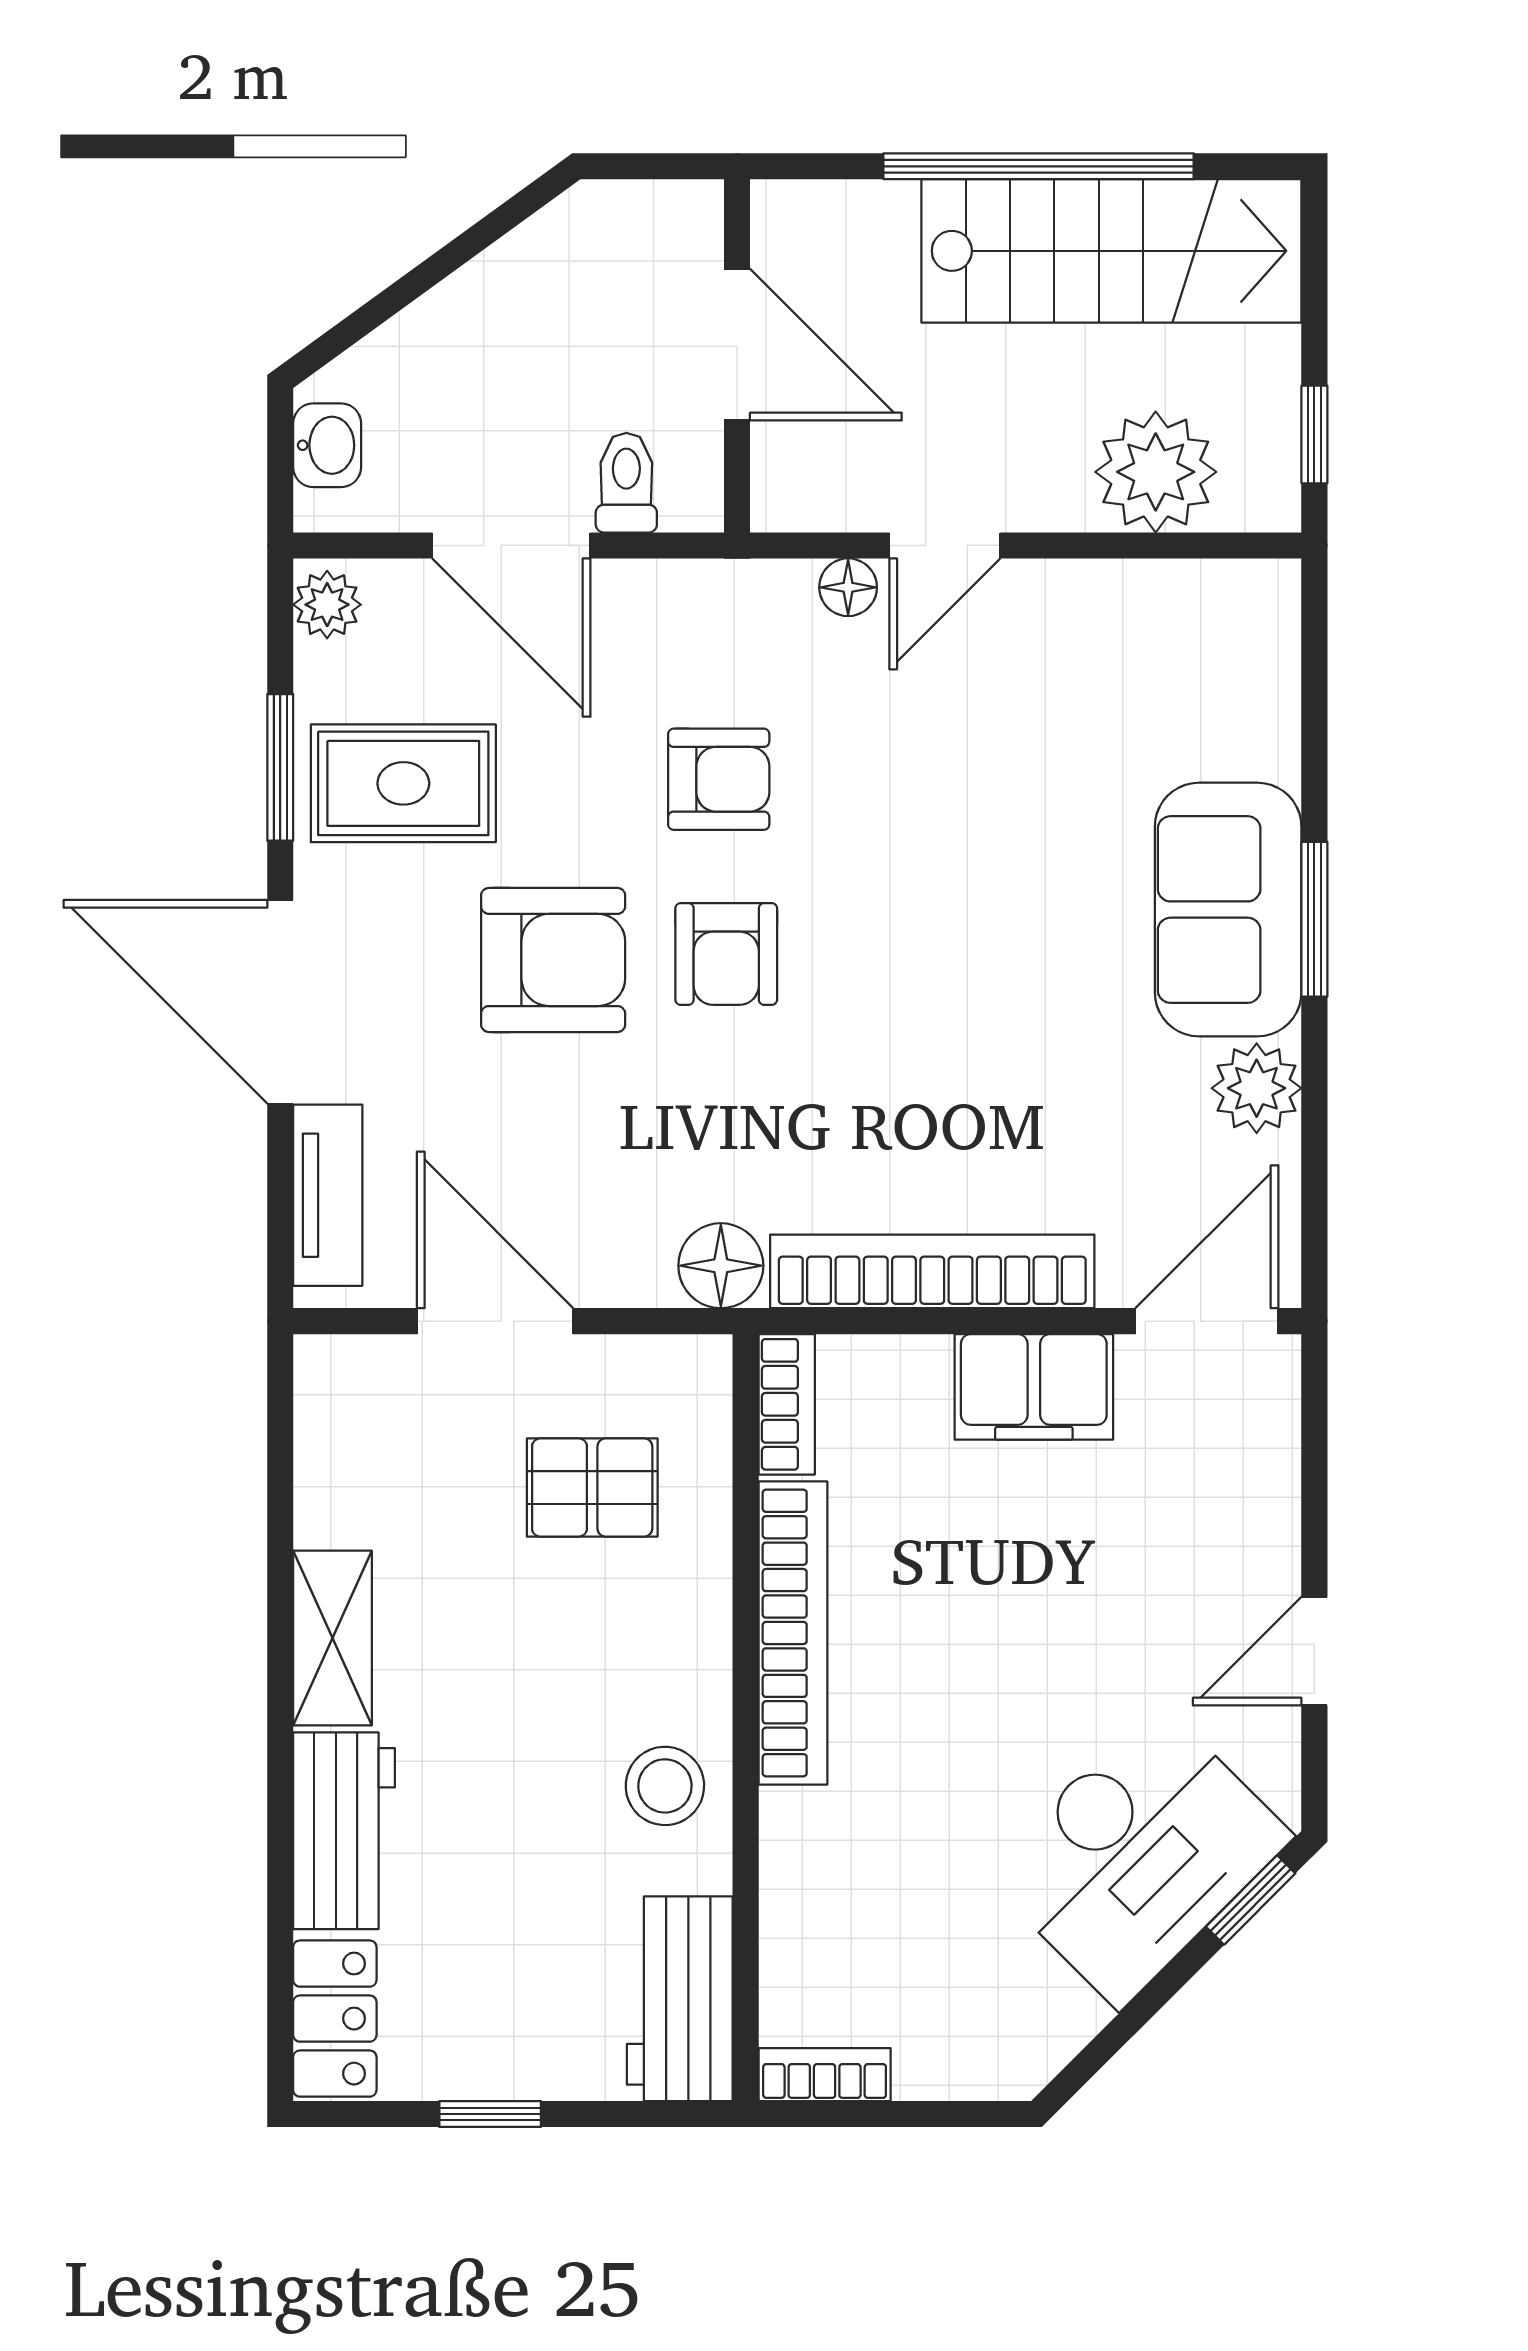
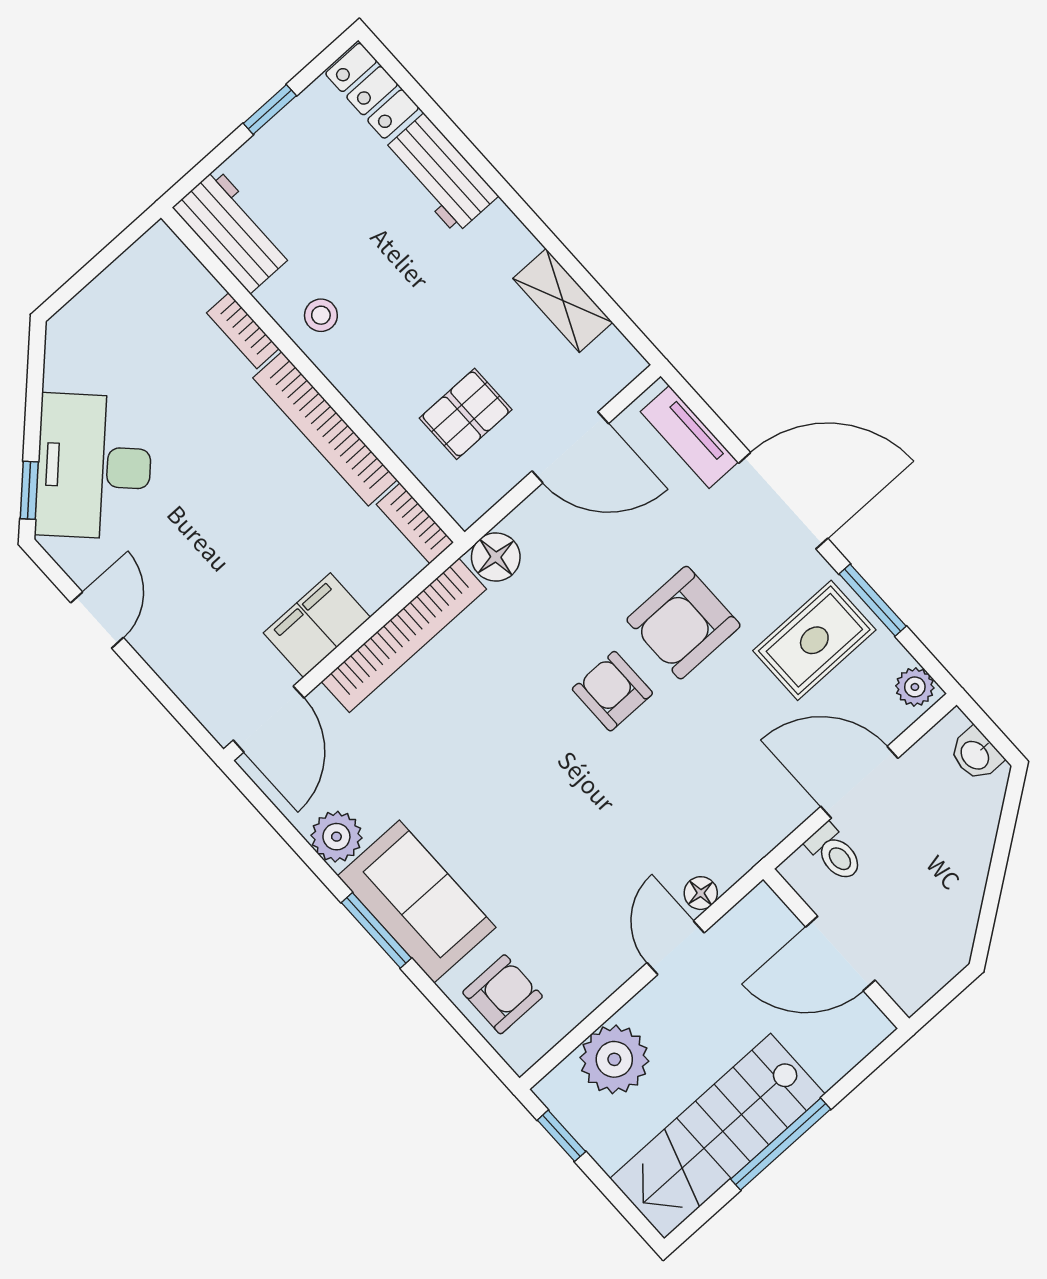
window: (1039, 166) -> (781, 1144), width x0.68
armchair: (719, 779) -> (503, 994), moved, turned 180
shelving: (332, 1638) -> (563, 300), moved
stool: (665, 1786) -> (321, 315), width x0.73, depth x0.73
bookcase: (825, 2075) -> (243, 331), moved, turned 90

